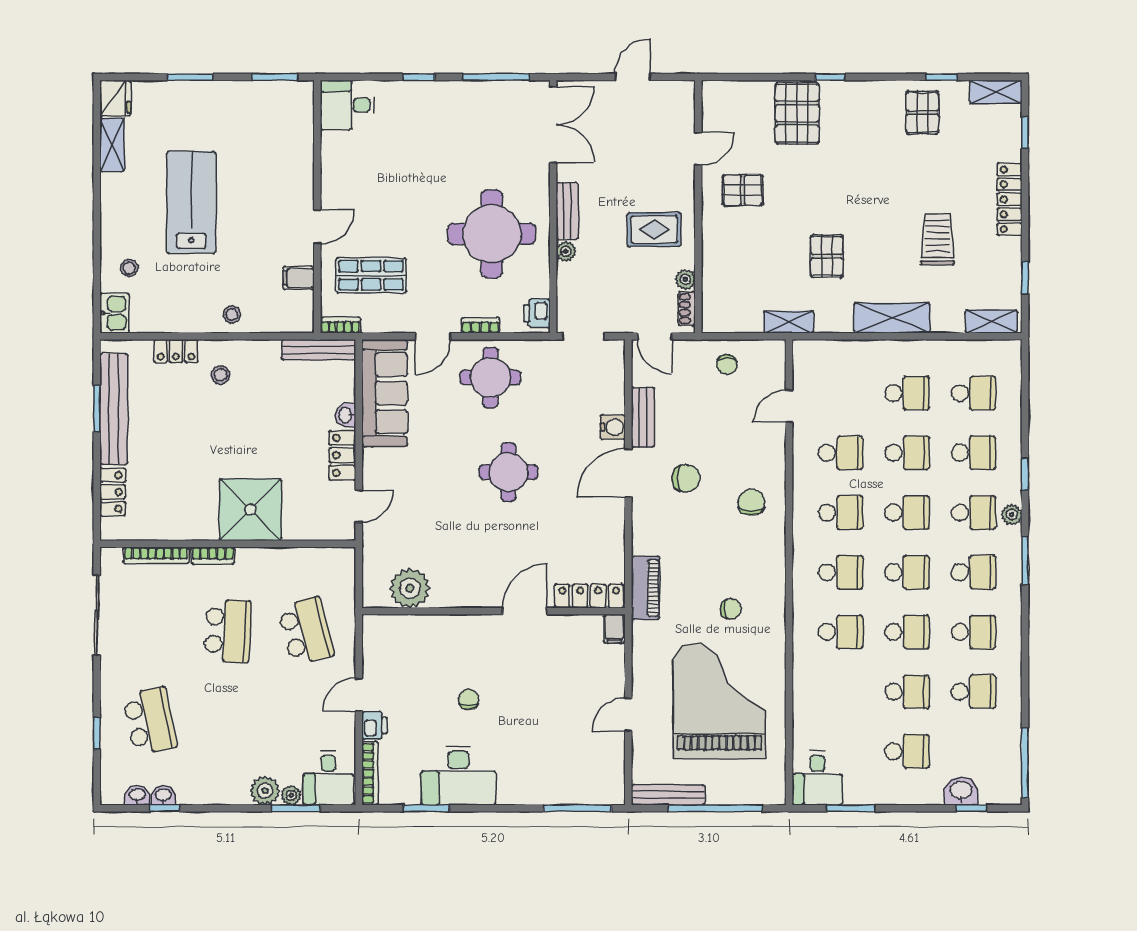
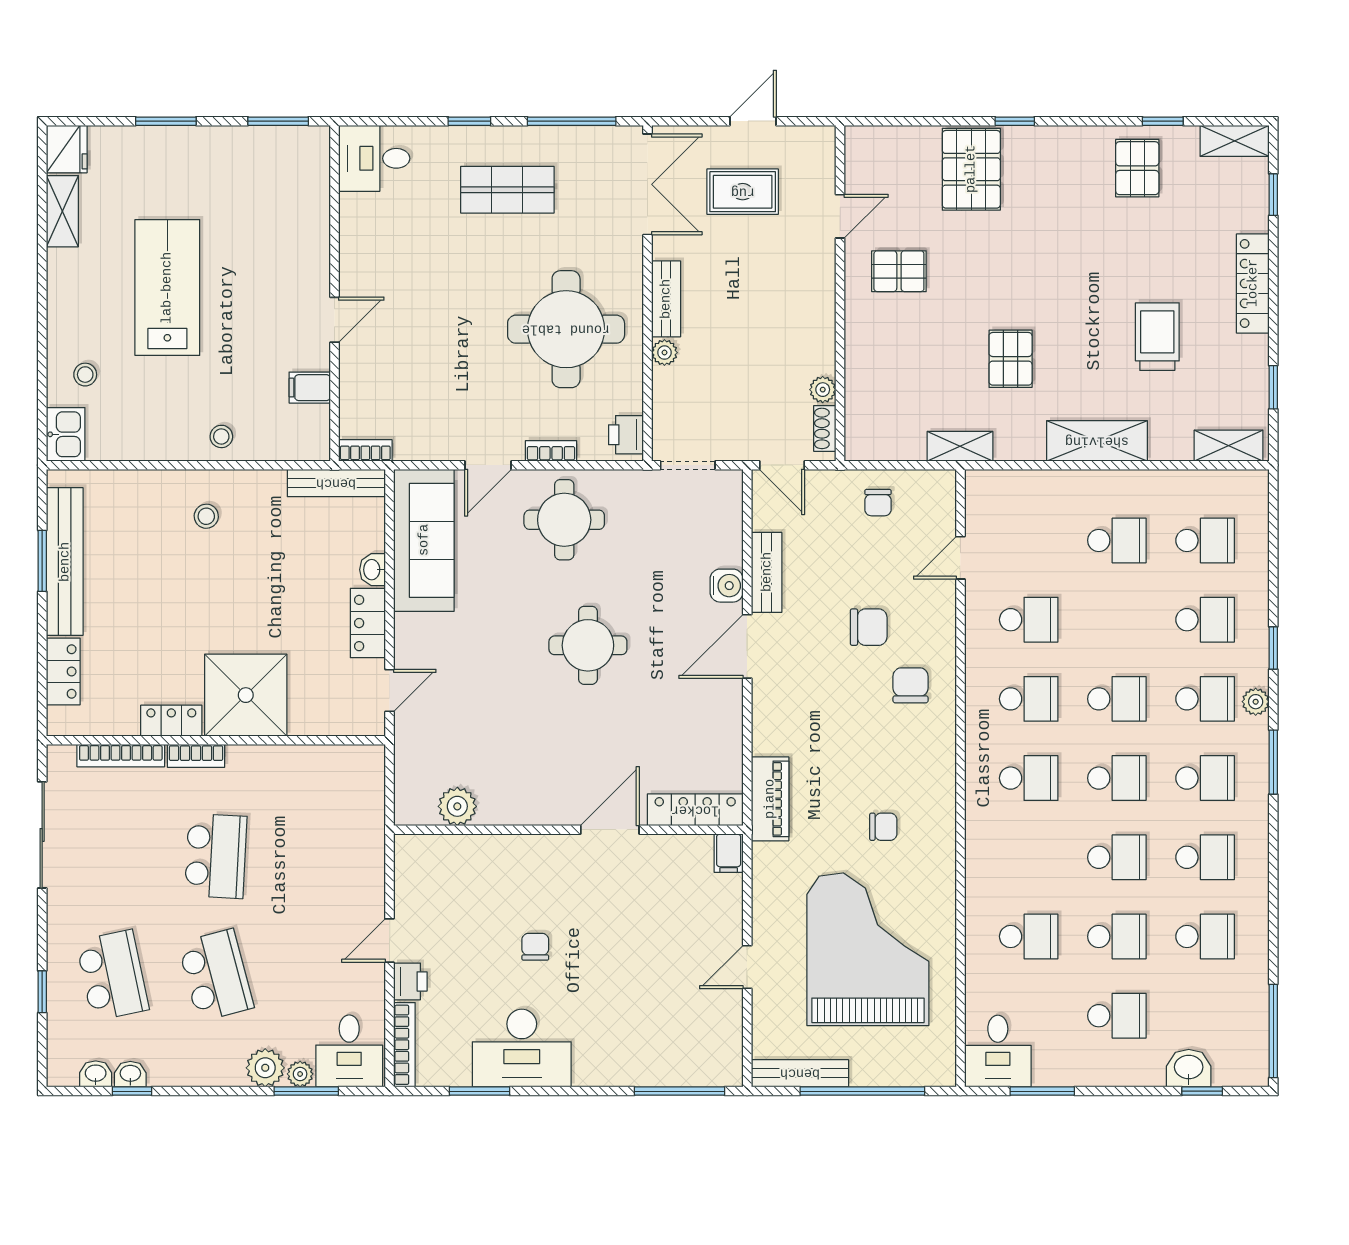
rug: (654, 229) -> (743, 192), moved
shop shelf: (371, 275) -> (507, 190), moved
locker: (176, 351) -> (171, 721), moved, turned 180
school desk: (907, 453) -> (1117, 620), removed
chair: (686, 478) -> (869, 627), moved
plant: (410, 588) -> (457, 806), width x0.73, depth x0.73
school desk: (306, 631) -> (216, 975), moved
school desk: (841, 632) -> (1029, 937), moved

